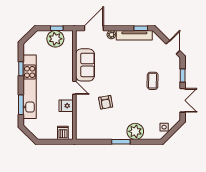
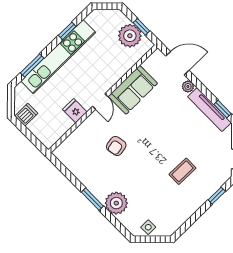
double door: (183, 100) -> (192, 219), removed
dishwasher: (63, 133) -> (26, 115), moved

